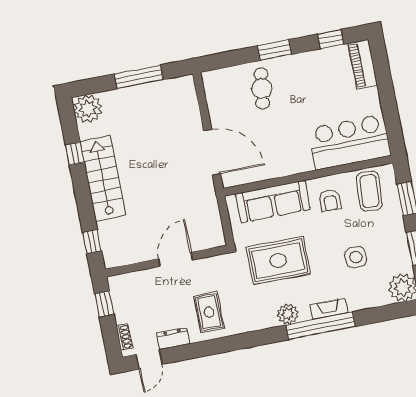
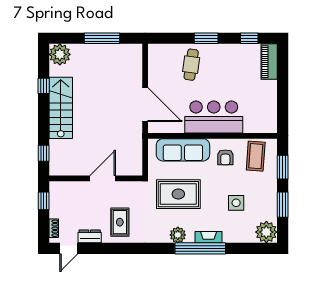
bar counter: (350, 142) -> (214, 117), moved

